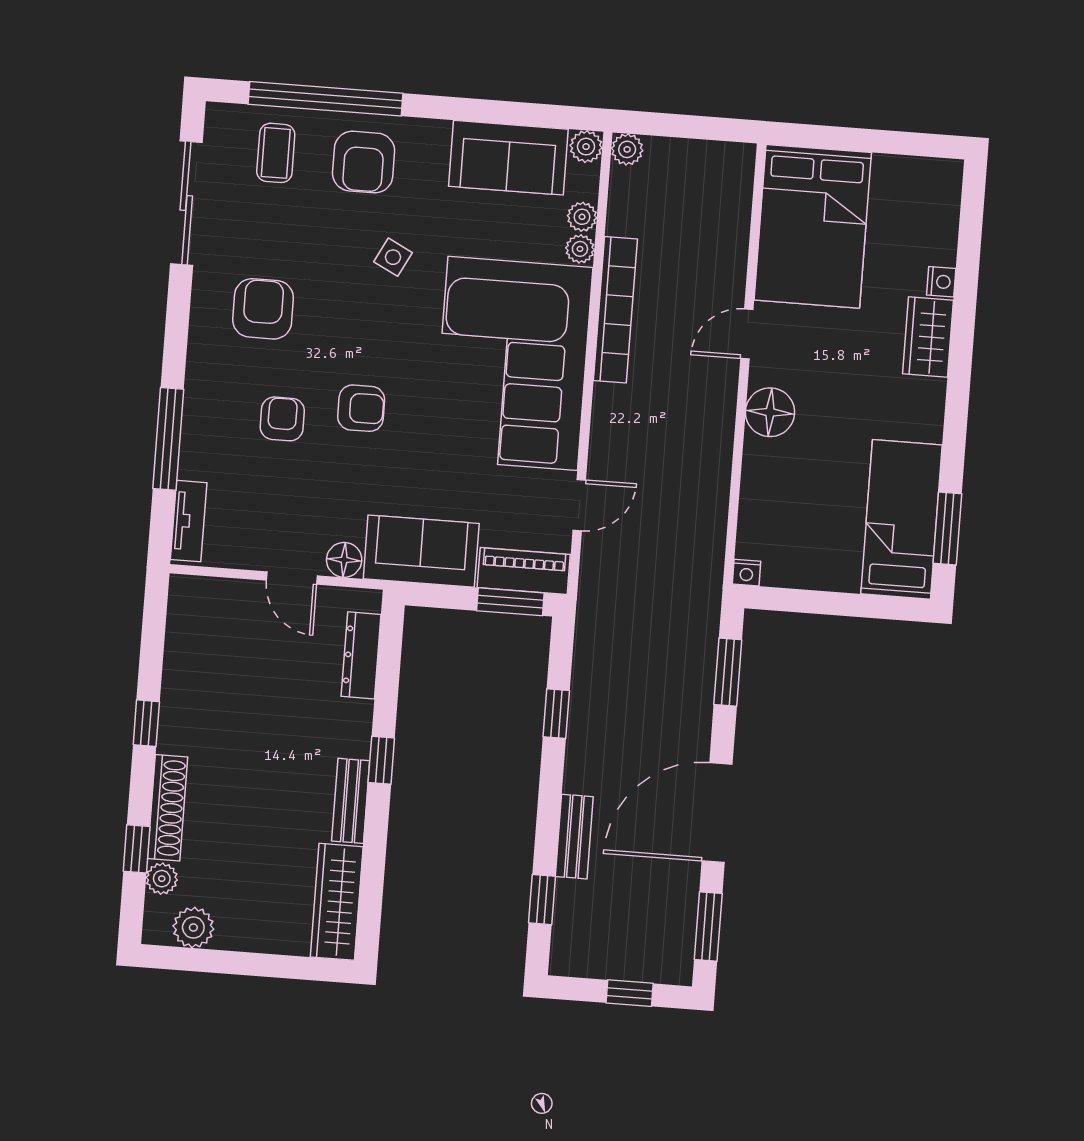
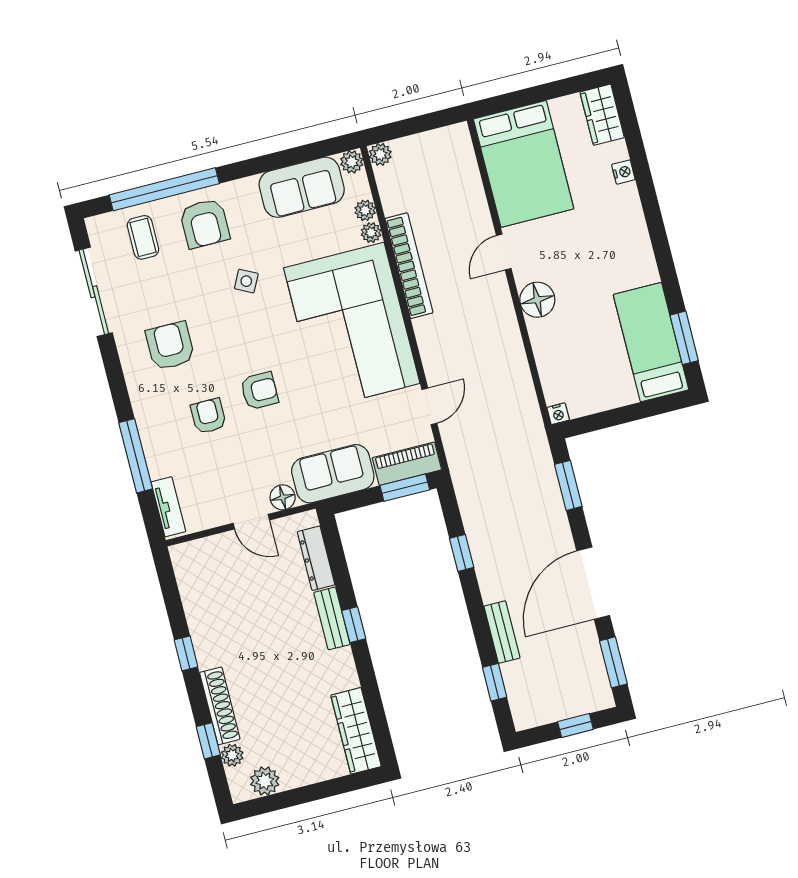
wardrobe: (928, 337) -> (602, 115), moved
bench: (351, 801) -> (332, 618), moved

